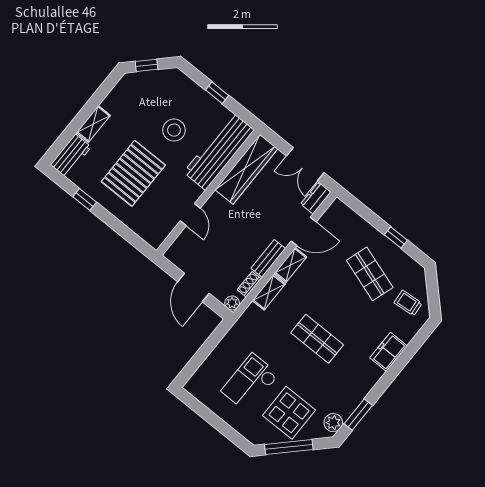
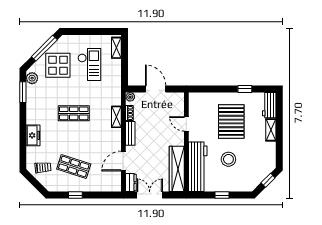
shelving: (291, 265) -> (116, 48), moved

